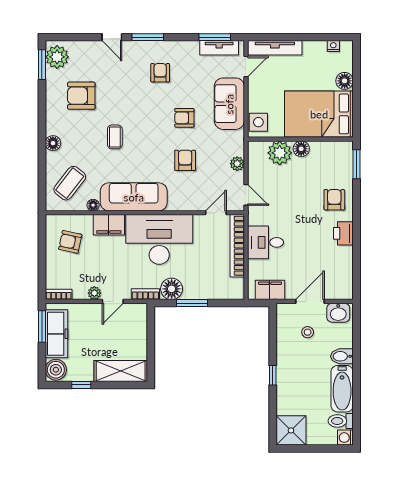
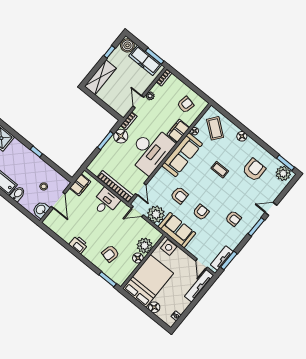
sofa: (229, 104) -> (177, 230), moved
plant: (237, 164) -> (156, 214), width x1.87, depth x1.87
armchair: (334, 200) -> (110, 254), moved, turned 102

